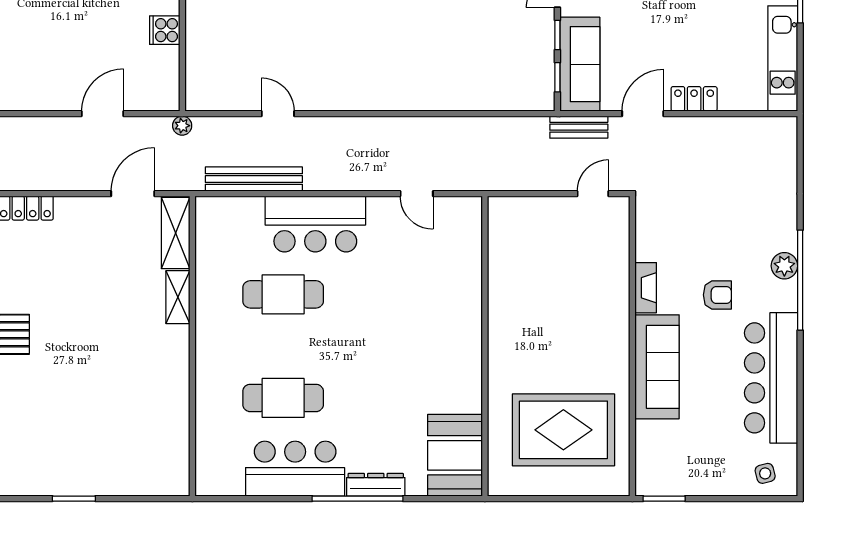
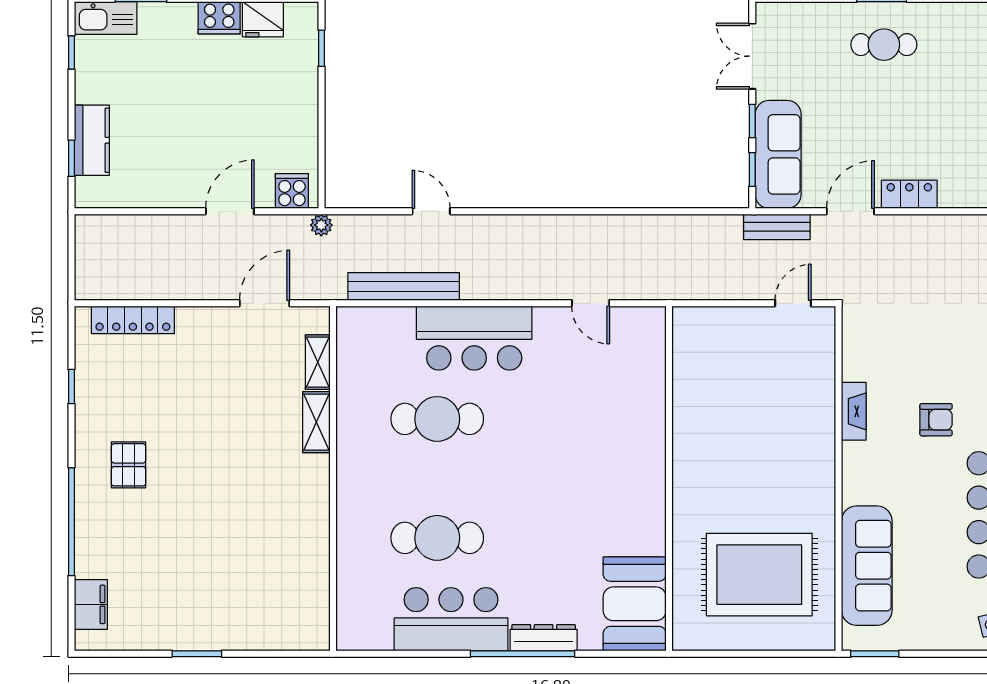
cooker: (165, 30) -> (292, 191), moved, turned 90
shelving: (176, 233) -> (318, 362), width x0.67, depth x0.75
sofa: (657, 367) -> (867, 566), moved

